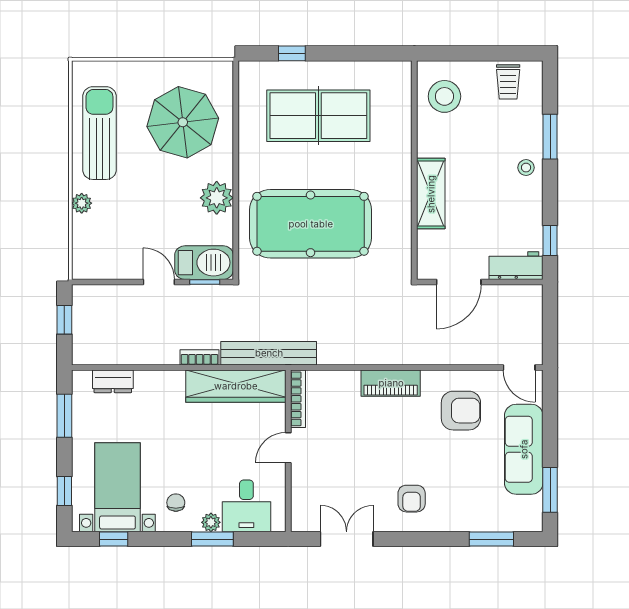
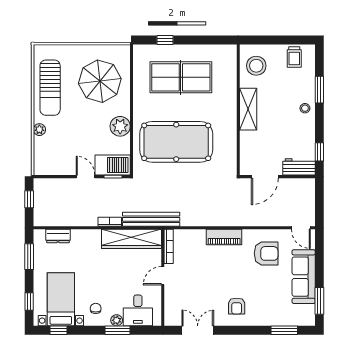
sun lounger: (99, 133) -> (50, 88), turned 180
shelving: (431, 194) -> (248, 109), moved

